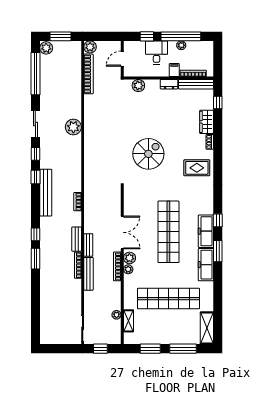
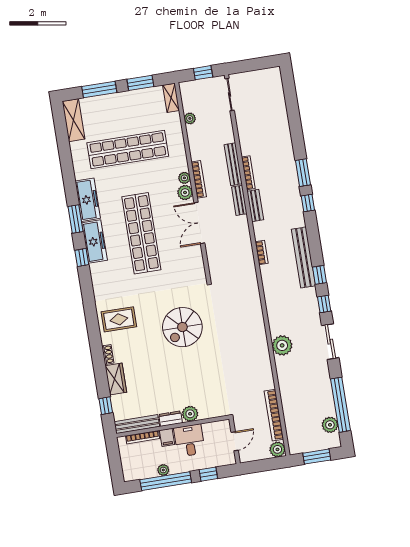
plant: (46, 48) -> (330, 425), moved
desk: (157, 53) -> (189, 440), moved, turned 180
plant: (138, 86) -> (190, 414), moved
shelving: (128, 321) -> (171, 98), moved

